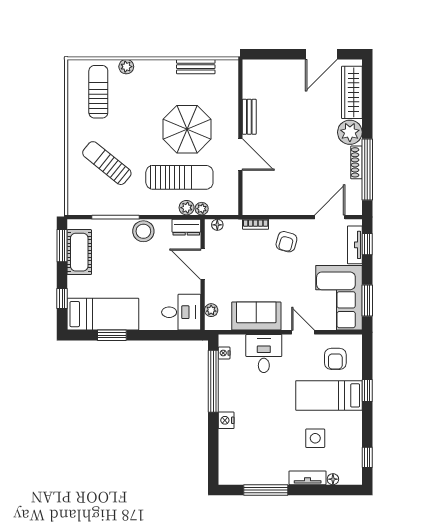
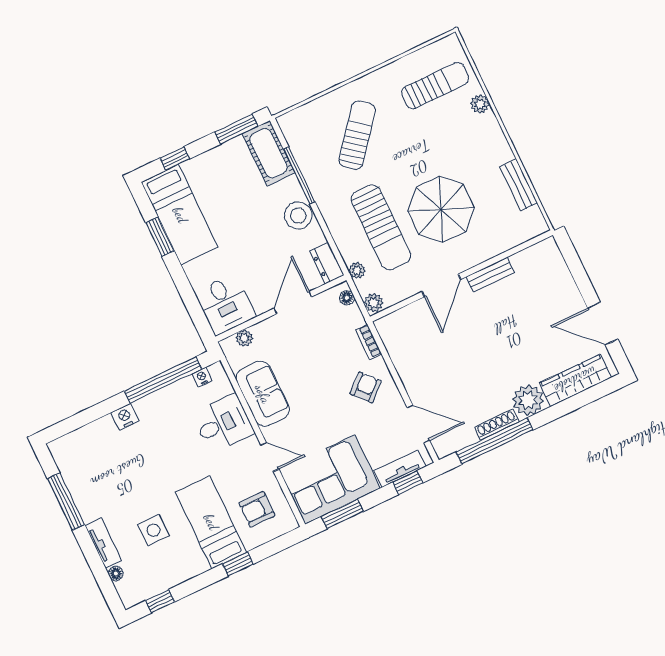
plant: (187, 208) -> (374, 303), moved
armchair: (286, 242) -> (366, 387), turned 123
cot: (79, 252) -> (269, 153), moved, turned 90
door: (303, 332) -> (270, 457), hinge flipped

